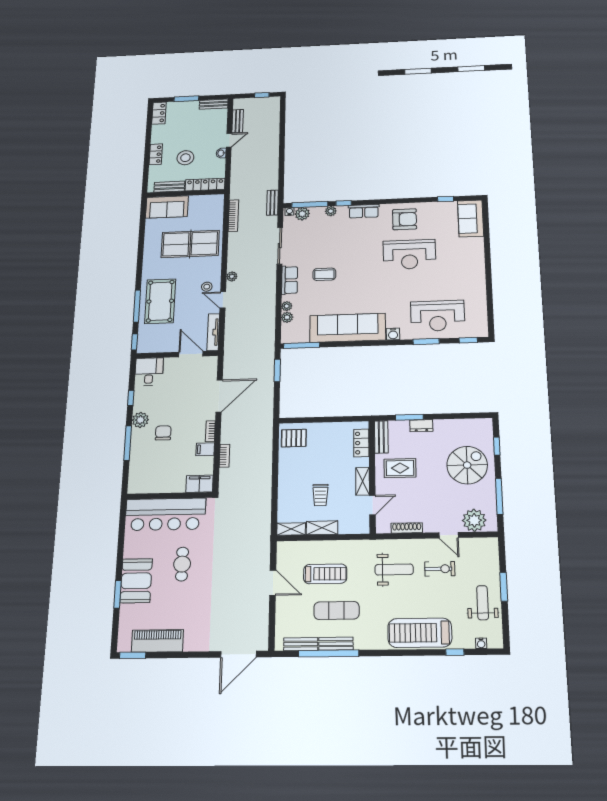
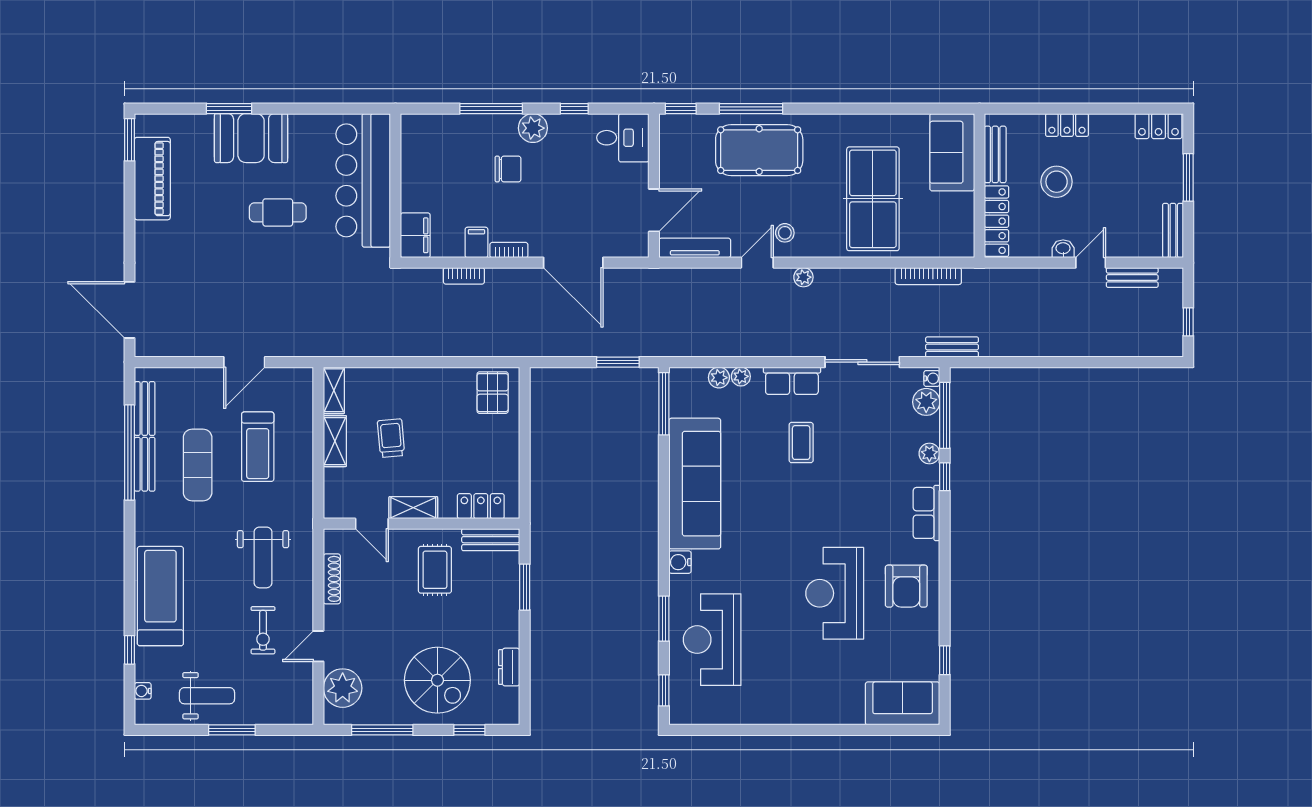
door: (229, 140) -> (1091, 263), swing flipped
dresser: (421, 426) -> (509, 667), moved
trolley: (320, 495) -> (391, 438), turned 85

